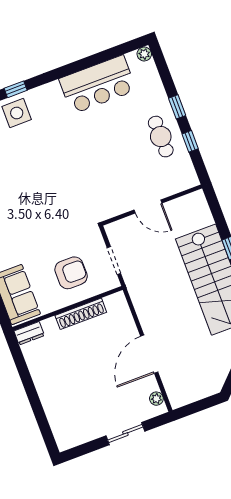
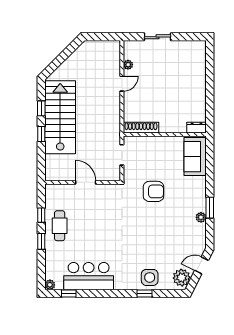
window: (115, 52) -> (69, 294), added
armchair: (71, 273) -> (153, 191), moved, turned 180
shoe rack: (81, 314) -> (141, 128), moved
door: (149, 354) -> (122, 84), width x0.53
plant: (156, 399) -> (128, 65), moved

